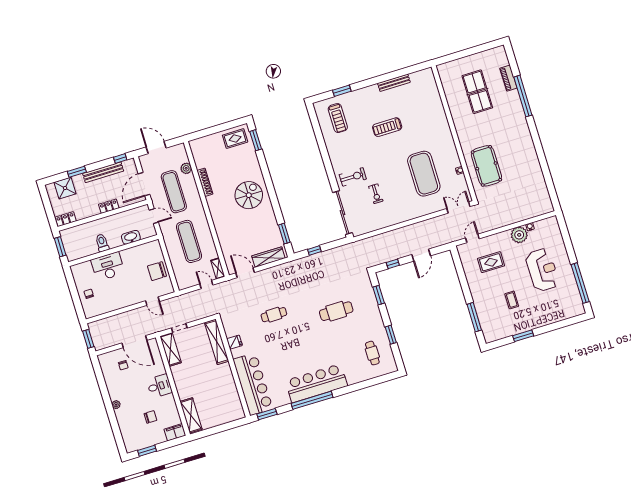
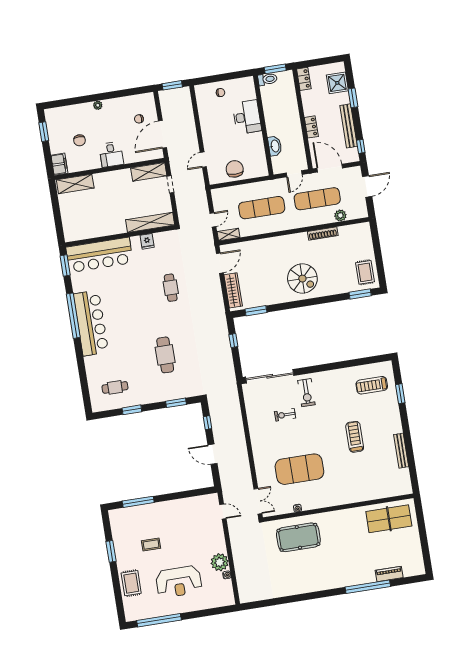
table tennis table: (477, 92) -> (389, 519), moved
toilet: (102, 243) -> (267, 79), moved
rug: (491, 262) -> (131, 583), moved

